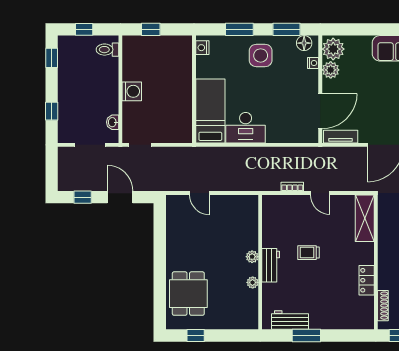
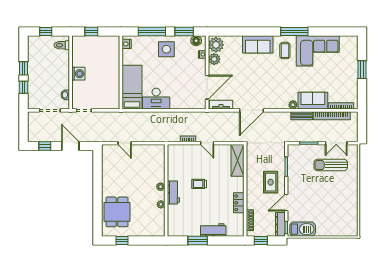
window: (239, 29) -> (152, 31), width x1.44
window: (52, 58) -> (24, 68), moved
workbench: (290, 320) -> (213, 230), moved

